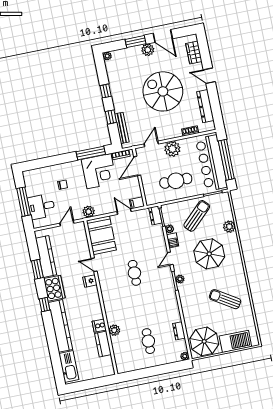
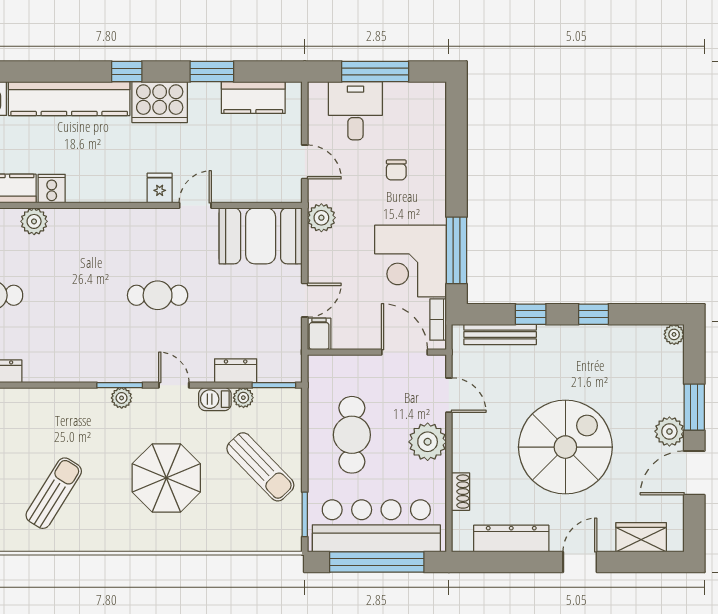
dresser: (155, 215) -> (236, 371), moved
plant: (229, 227) -> (220, 538), removed
kitchen counter: (46, 256) -> (253, 97), width x0.67

